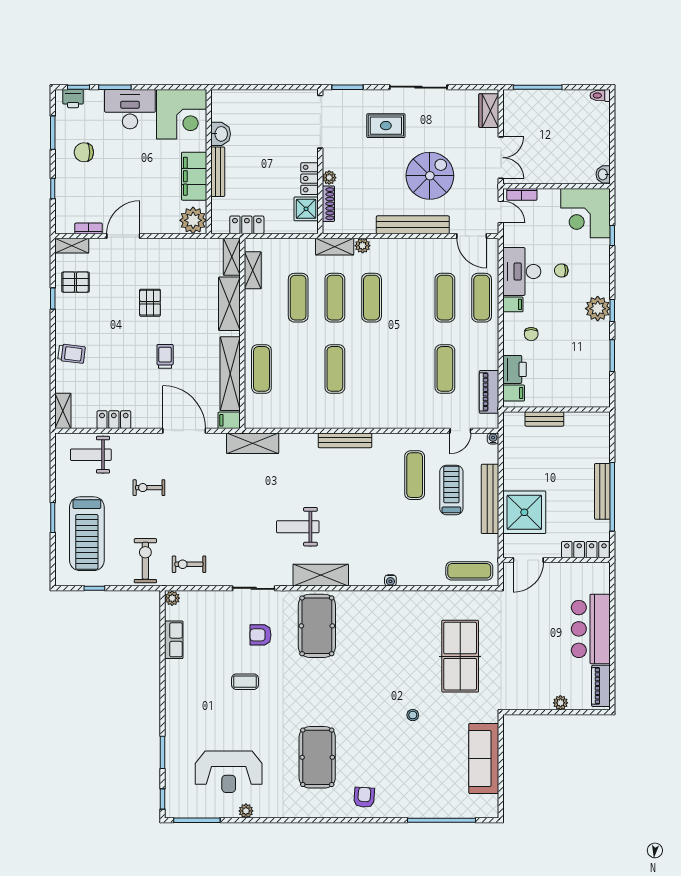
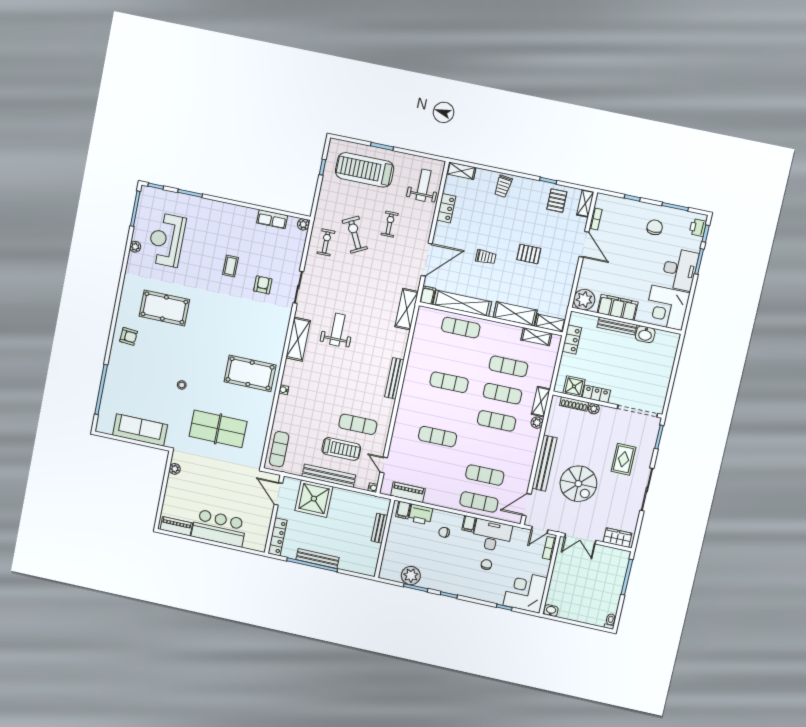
plant: (598, 309) -> (411, 576), moved
exercise mat: (445, 369) -> (438, 437), moved
exercise bike: (145, 561) -> (355, 235), moved, turned -117
pool table: (317, 626) -> (250, 373), moved
plant: (560, 703) -> (175, 469), moved

